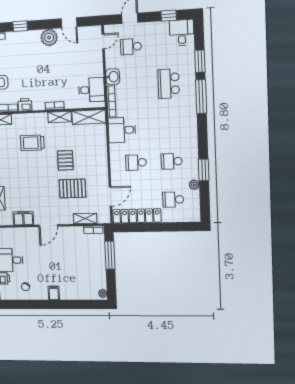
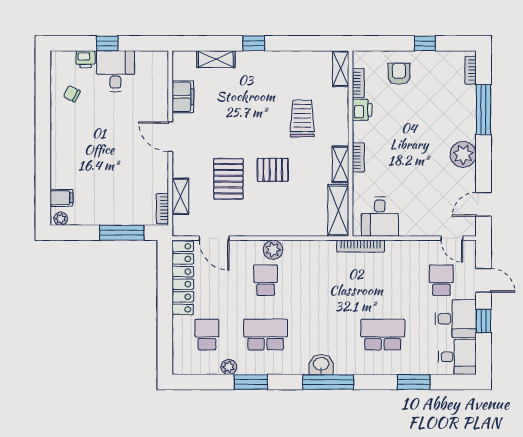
window: (169, 16) -> (483, 321), moved
door: (69, 23) -> (483, 204), moved
window: (20, 26) -> (483, 110), width x2.17
washbasin: (113, 77) -> (321, 364), moved, turned 180
window: (201, 97) -> (328, 382), moved
desk: (122, 130) -> (456, 319), moved, turned 90
plant: (116, 158) -> (273, 250), added
school desk: (172, 161) -> (266, 335), width x1.85
filing cabinet: (54, 293) -> (61, 198), moved

